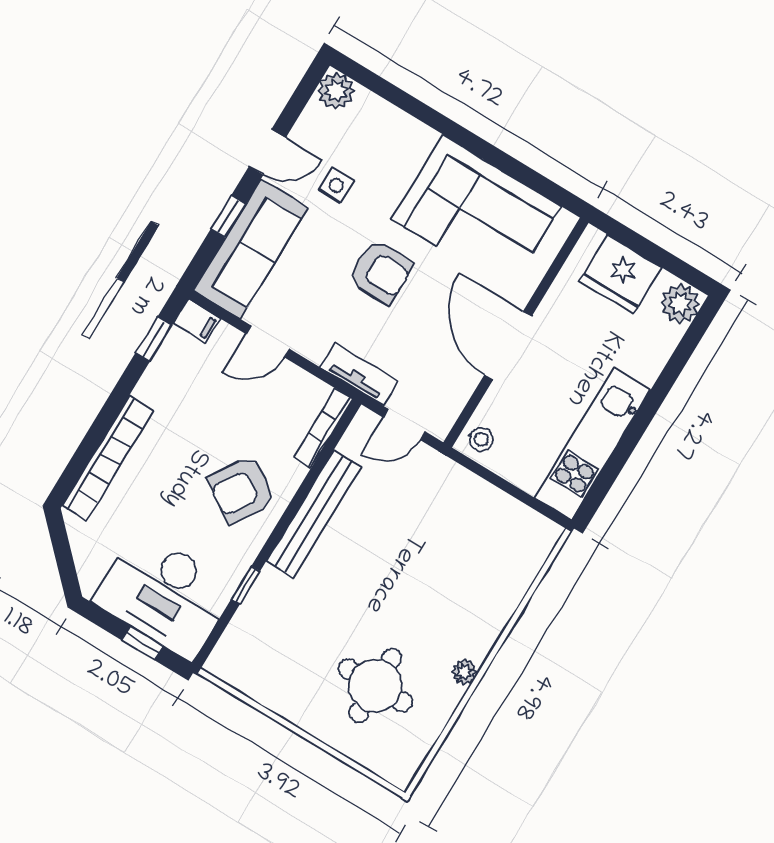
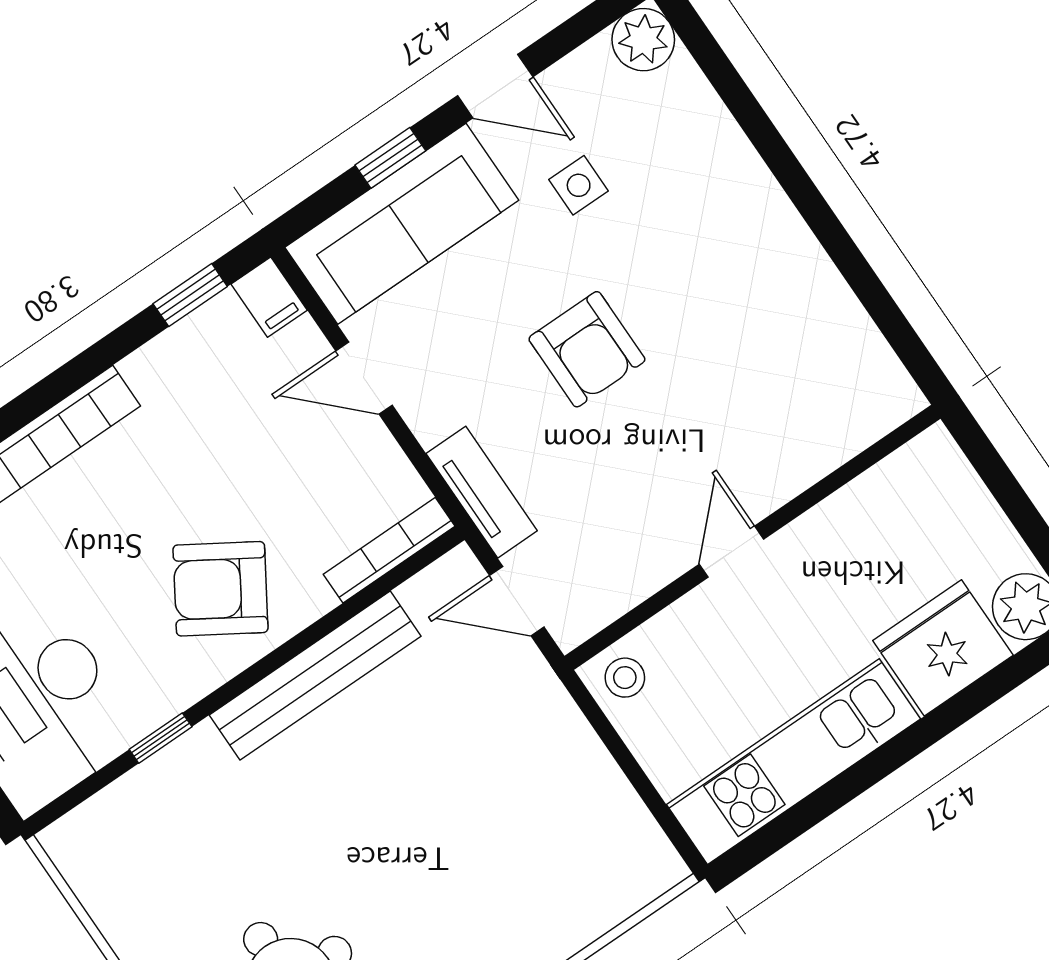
corner sofa: (476, 212) -> (775, 324), removed
fridge: (621, 274) -> (943, 648), moved, turned 90
door: (508, 346) -> (731, 552), width x0.53

